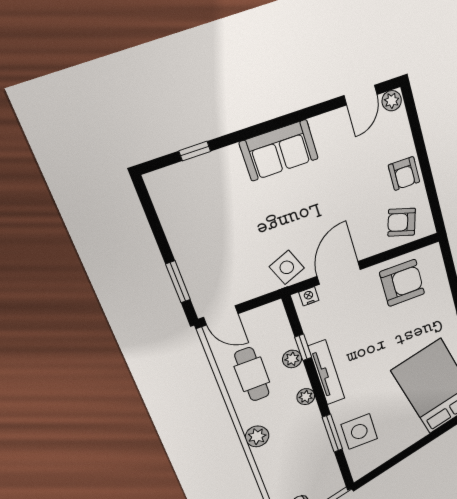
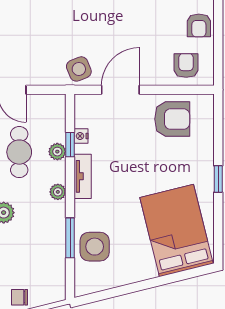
armchair: (402, 222) -> (186, 66), turned 73
nightstand: (309, 296) -> (81, 136), moved, turned -90
tv unit: (326, 373) -> (83, 176), width x0.71

